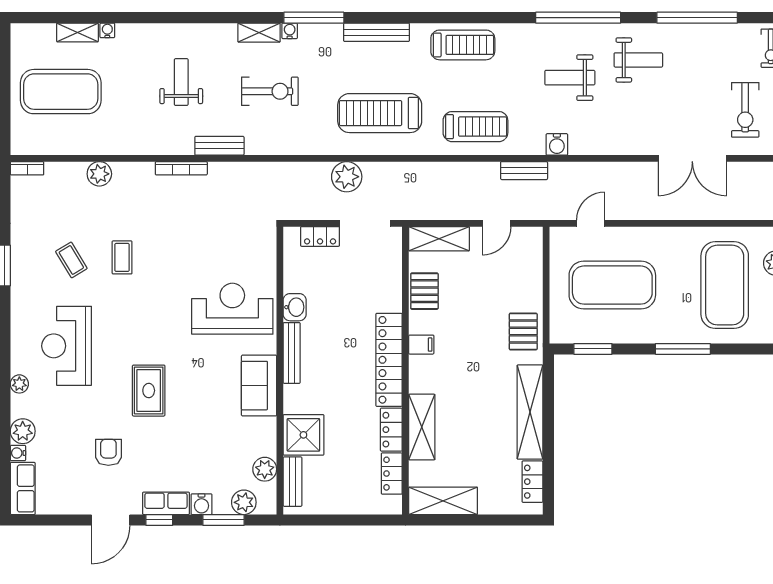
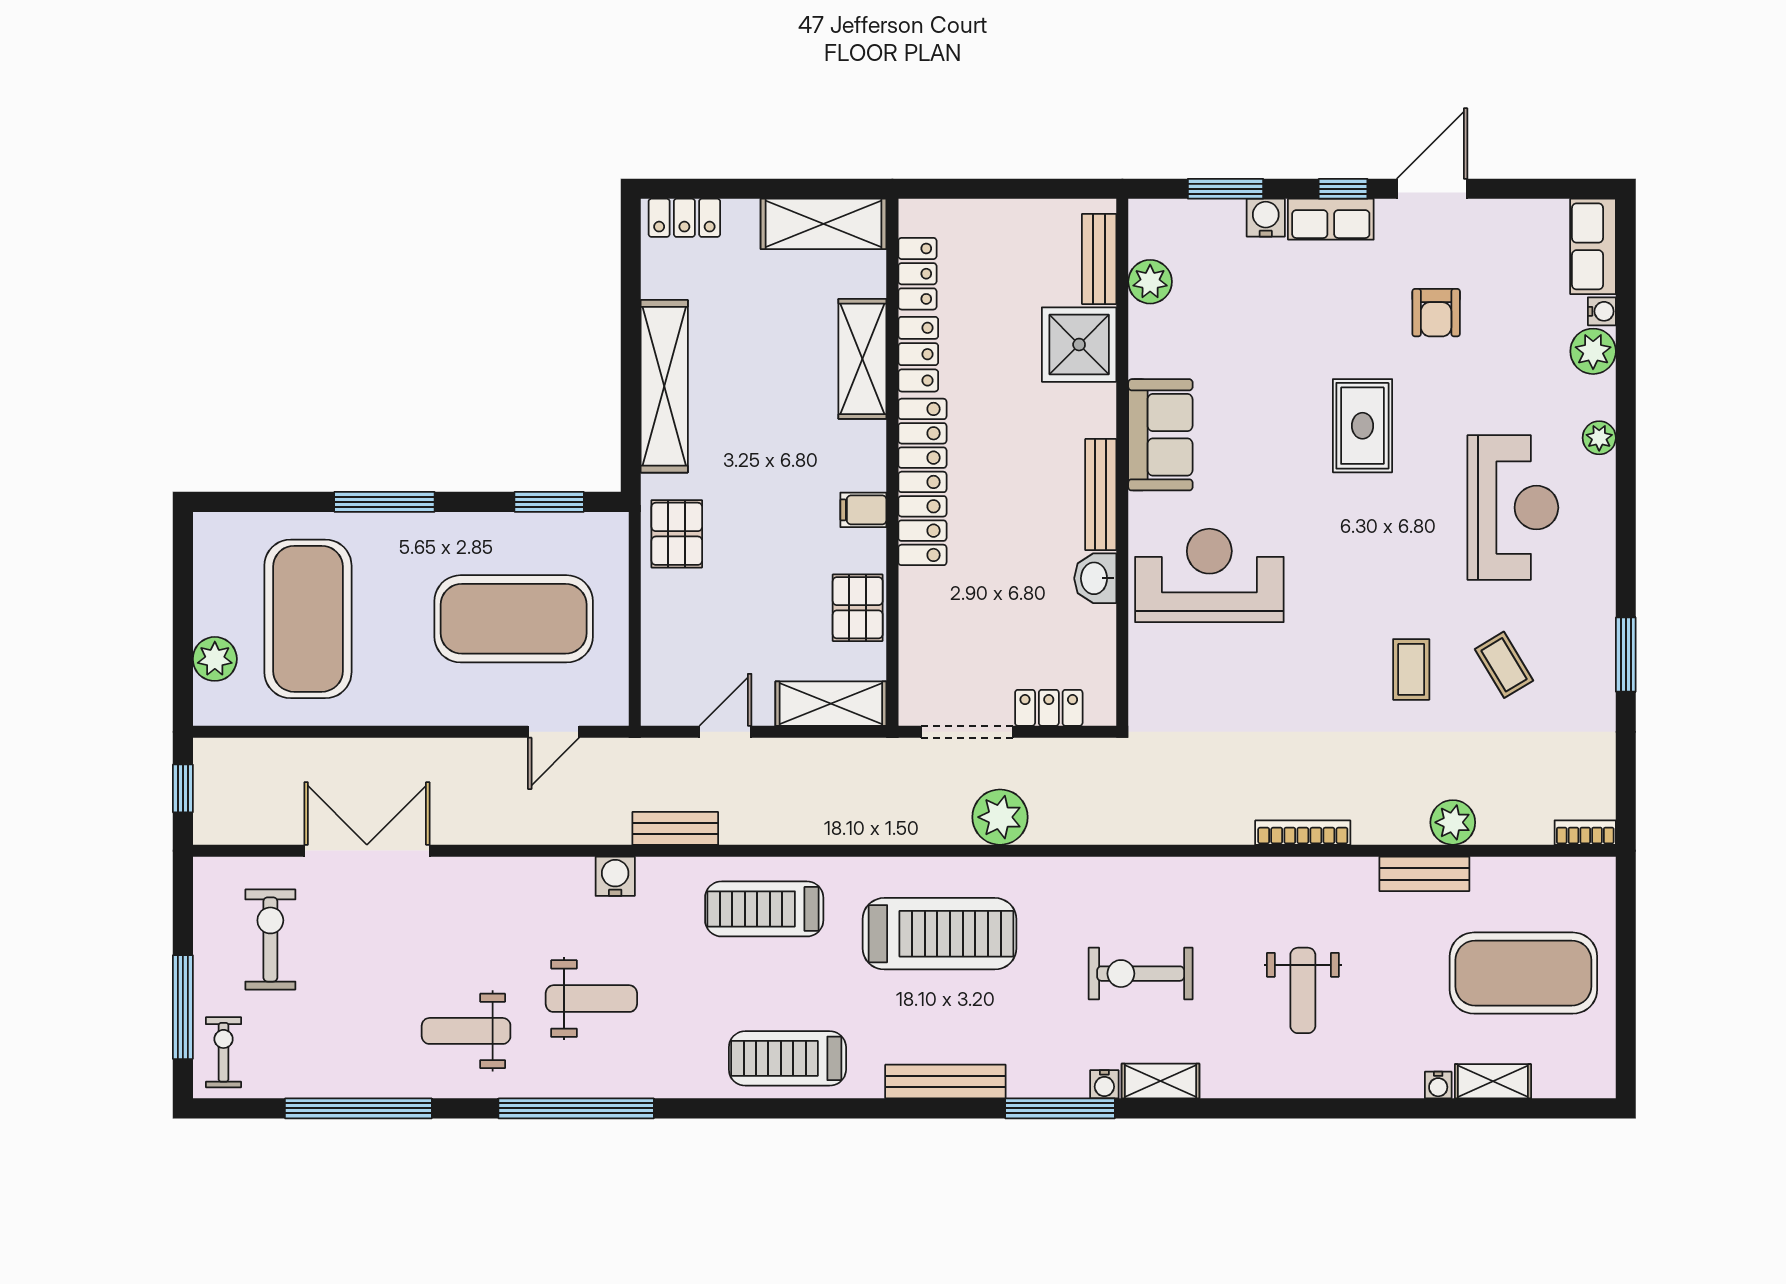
bench: (219, 146) -> (1424, 874), moved
reception desk: (232, 309) -> (1209, 575), turned 180
locker: (532, 482) -> (684, 218), moved, turned 90
plant: (244, 502) -> (1188, 221), removed

